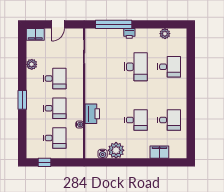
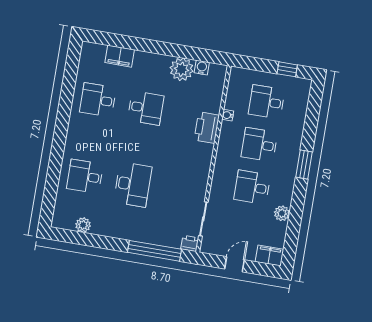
printer: (129, 33) -> (190, 243), moved
desk: (136, 67) -> (133, 184), turned 180
desk: (136, 120) -> (146, 108), turned 180

